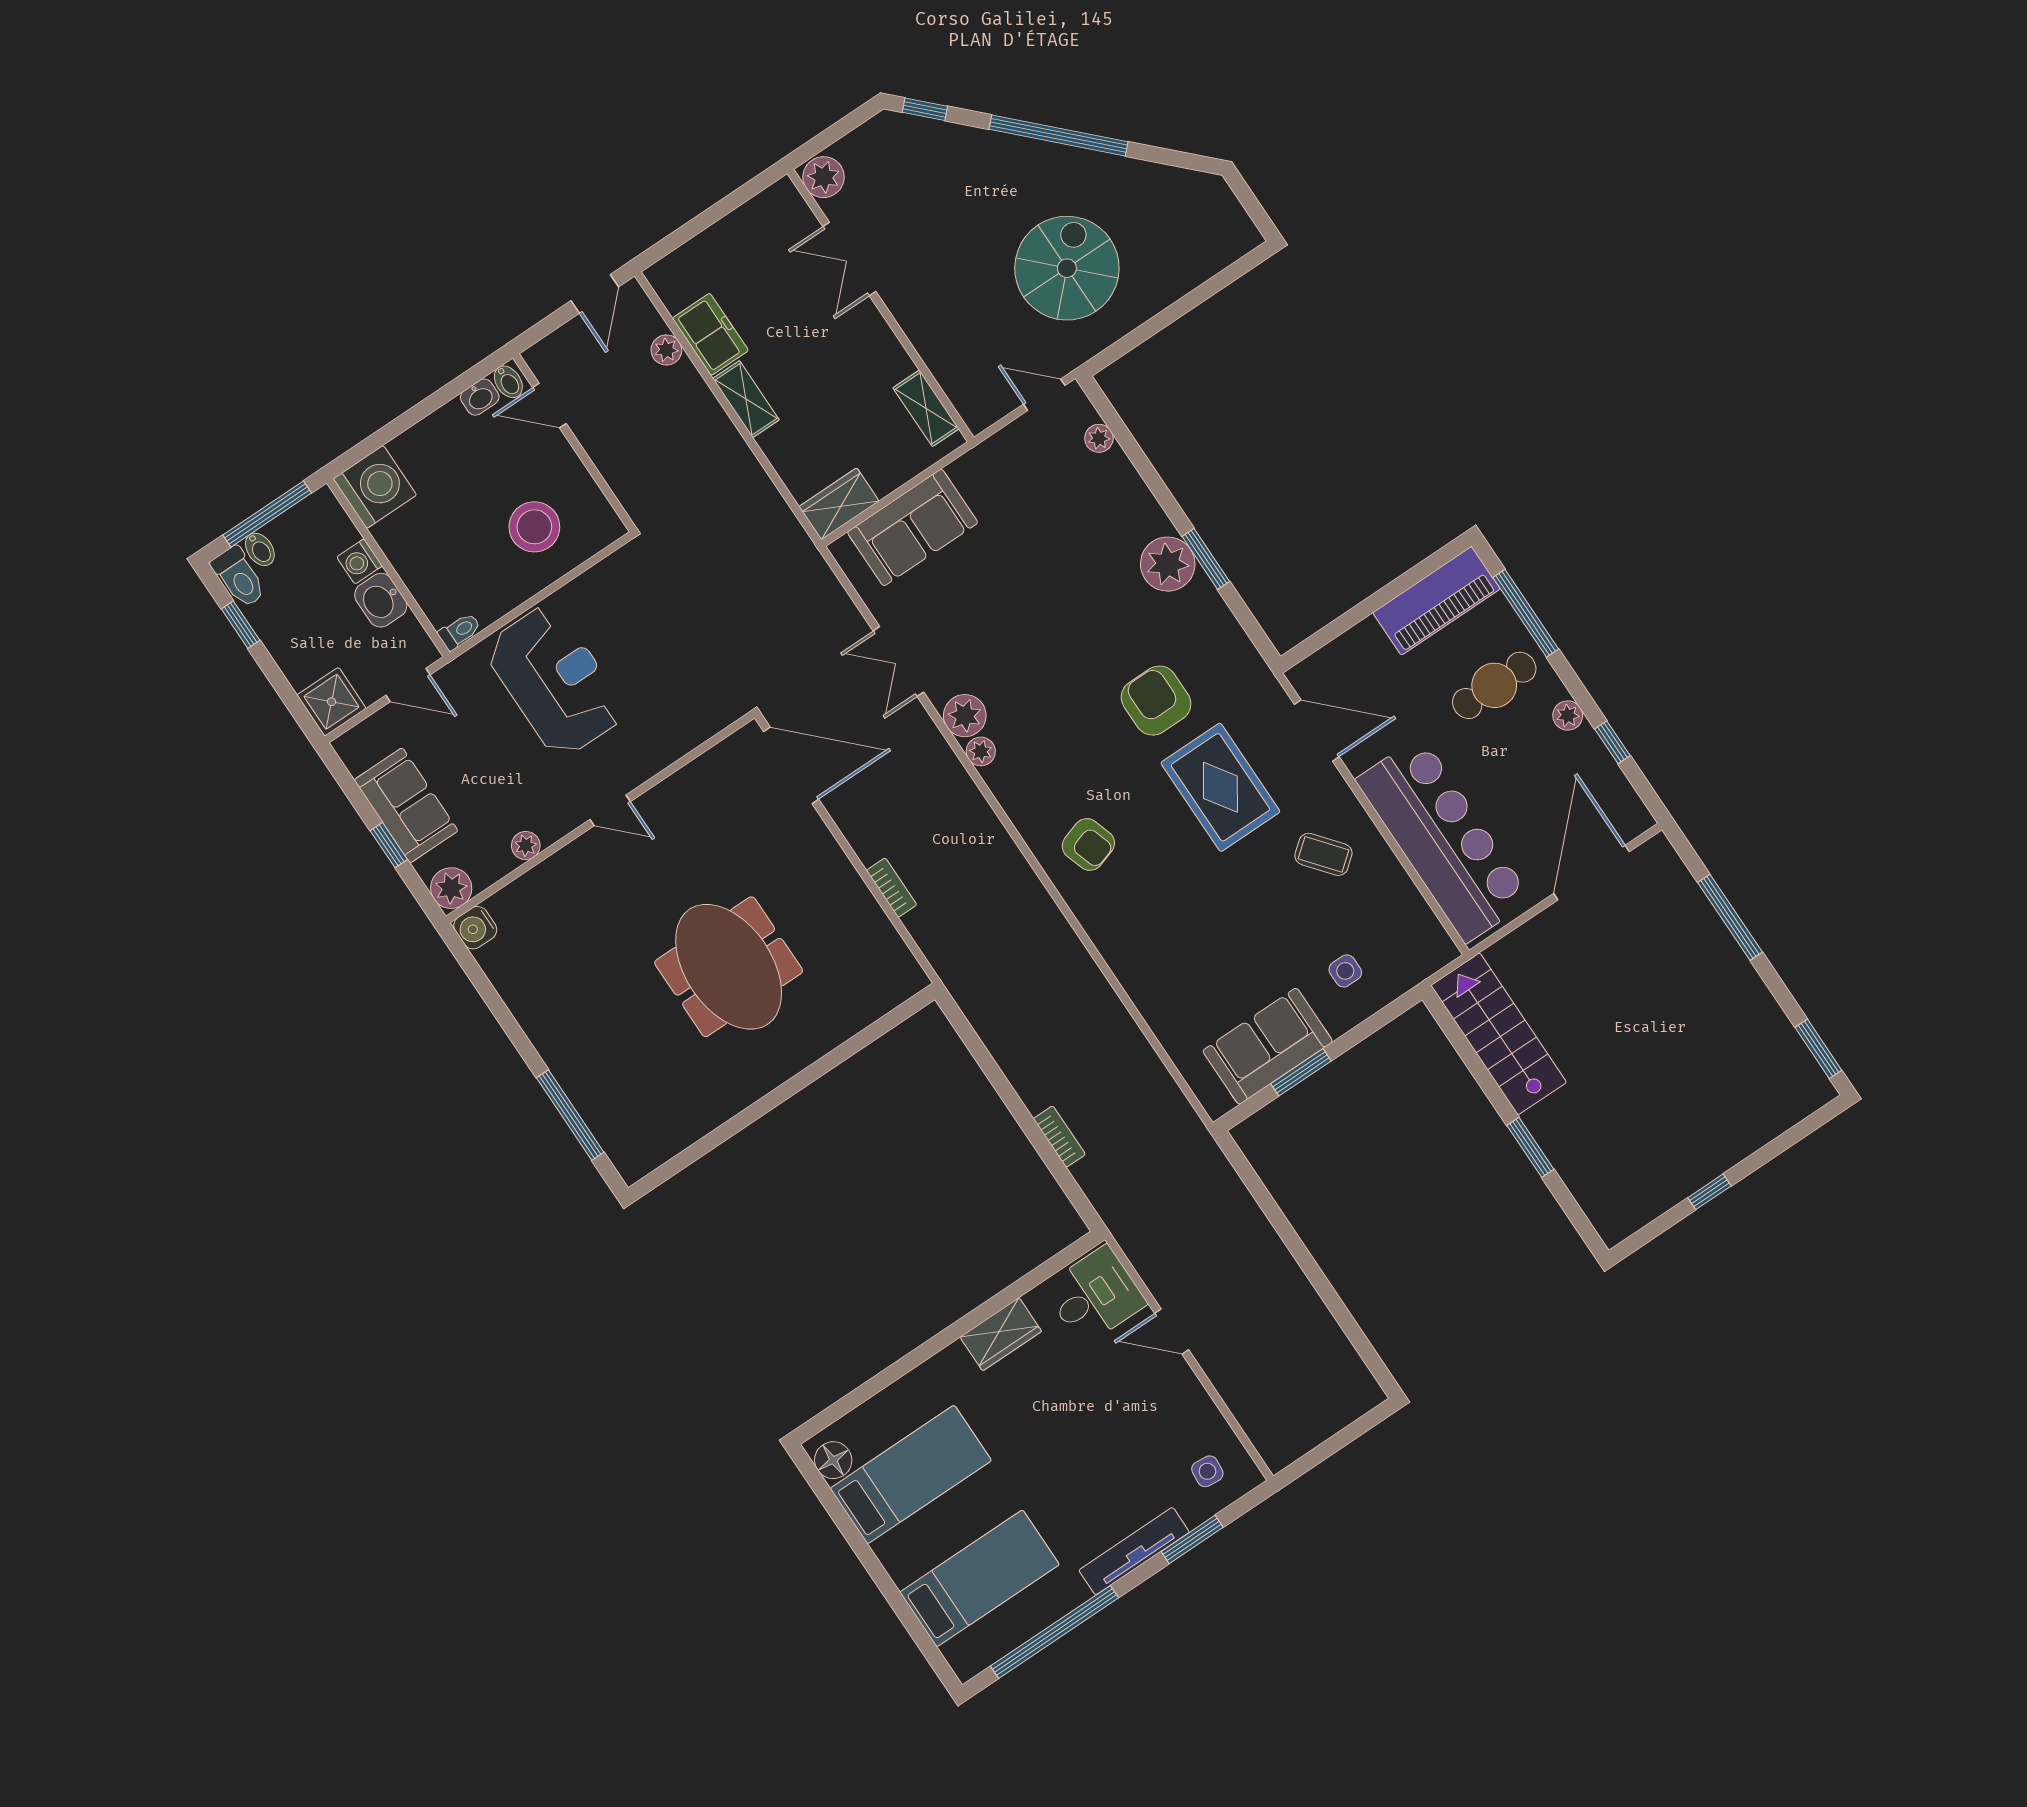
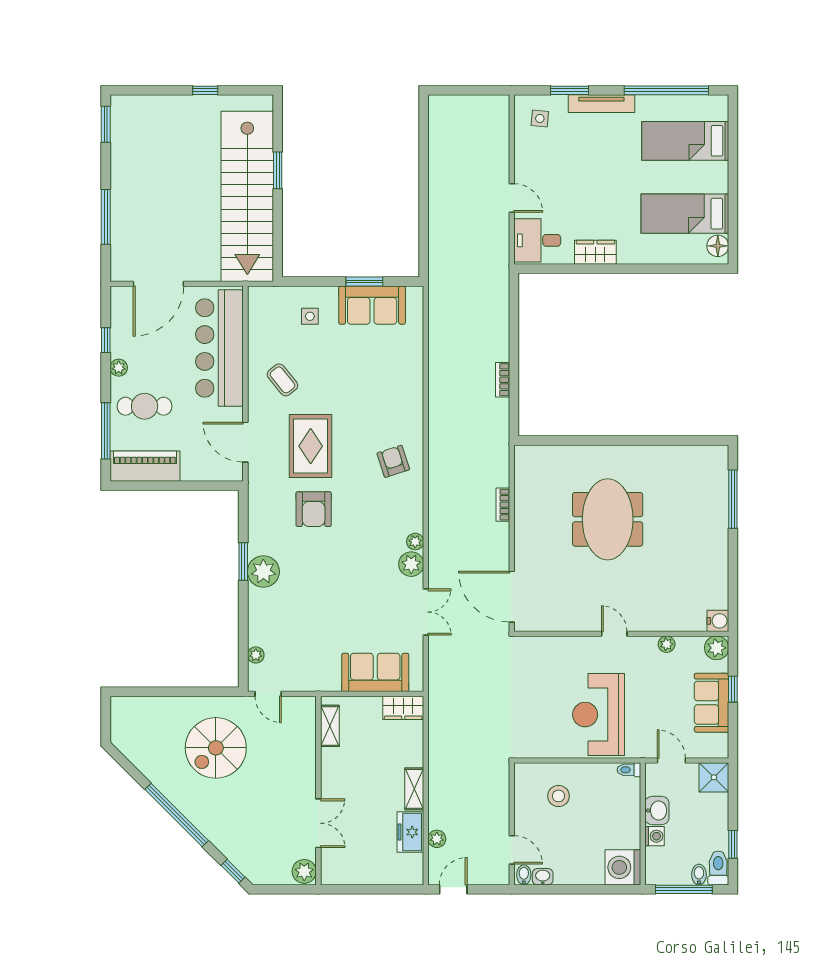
stool: (534, 527) -> (558, 796), width x0.73, depth x0.73
stairs: (1499, 1034) -> (247, 196), width x1.86, depth x1.51
bookcase: (1059, 1137) -> (503, 380), moved

